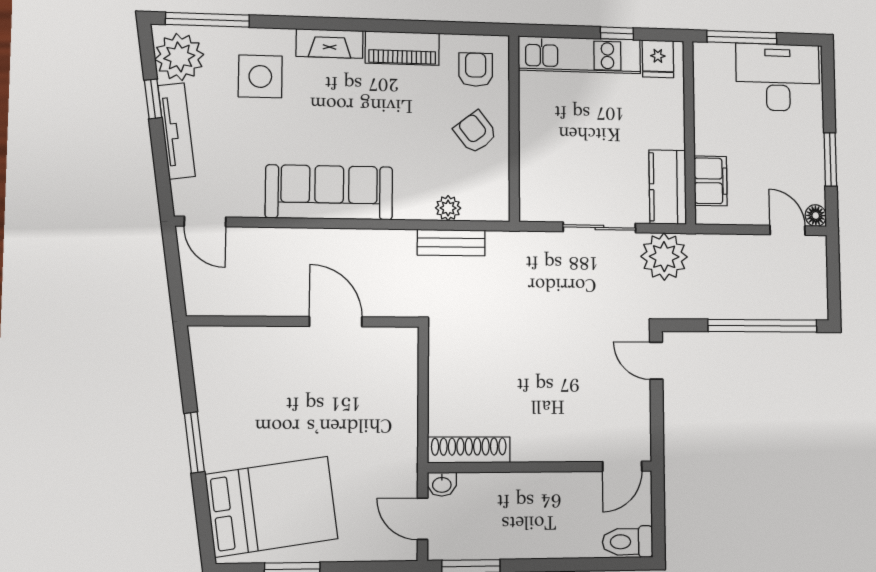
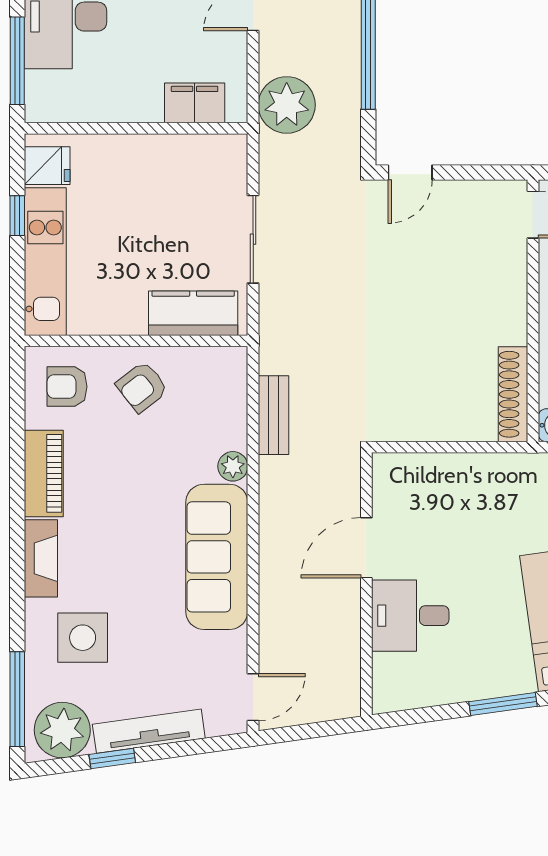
kitchen counter: (668, 187) -> (193, 313), moved, turned 180
plant: (448, 208) -> (233, 466), moved
plant: (664, 257) -> (287, 105), moved
desk: (275, 360) -> (410, 616), added

